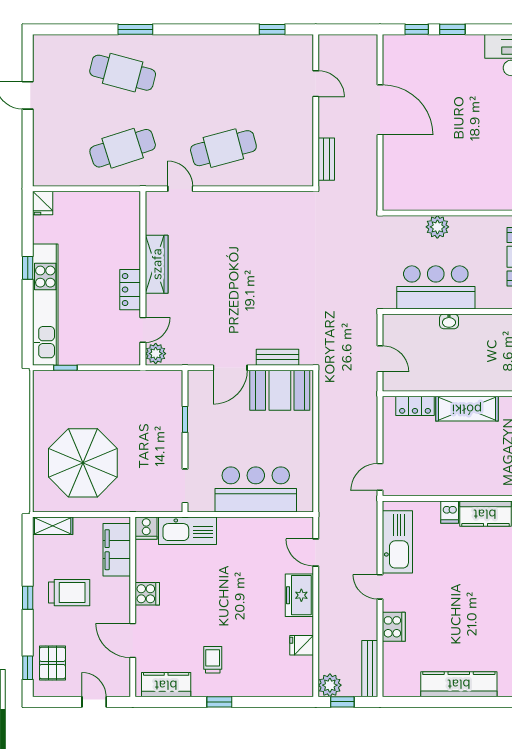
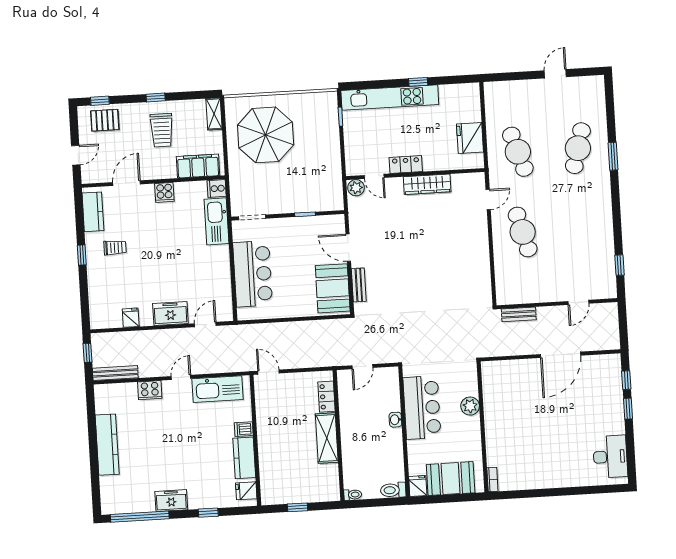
fridge: (43, 203) -> (470, 138), moved, width x1.88, depth x1.34
plant: (330, 685) -> (100, 342), removed

